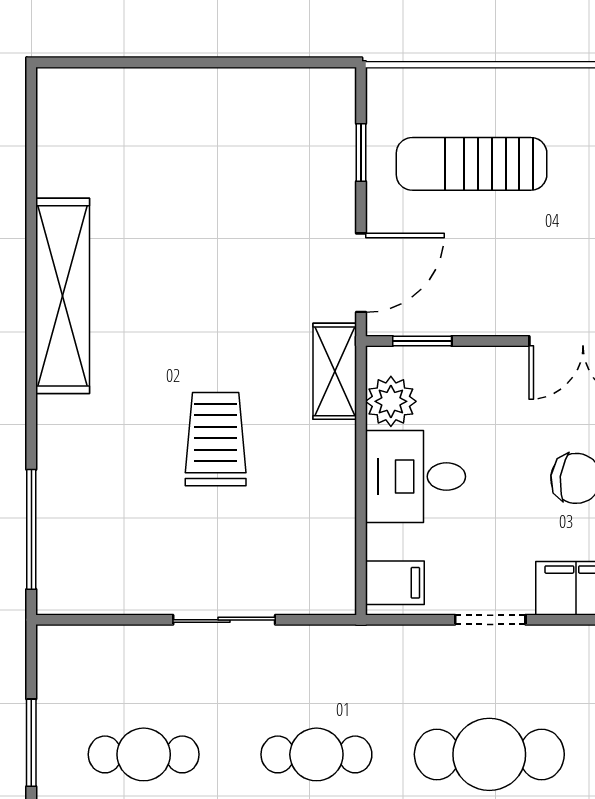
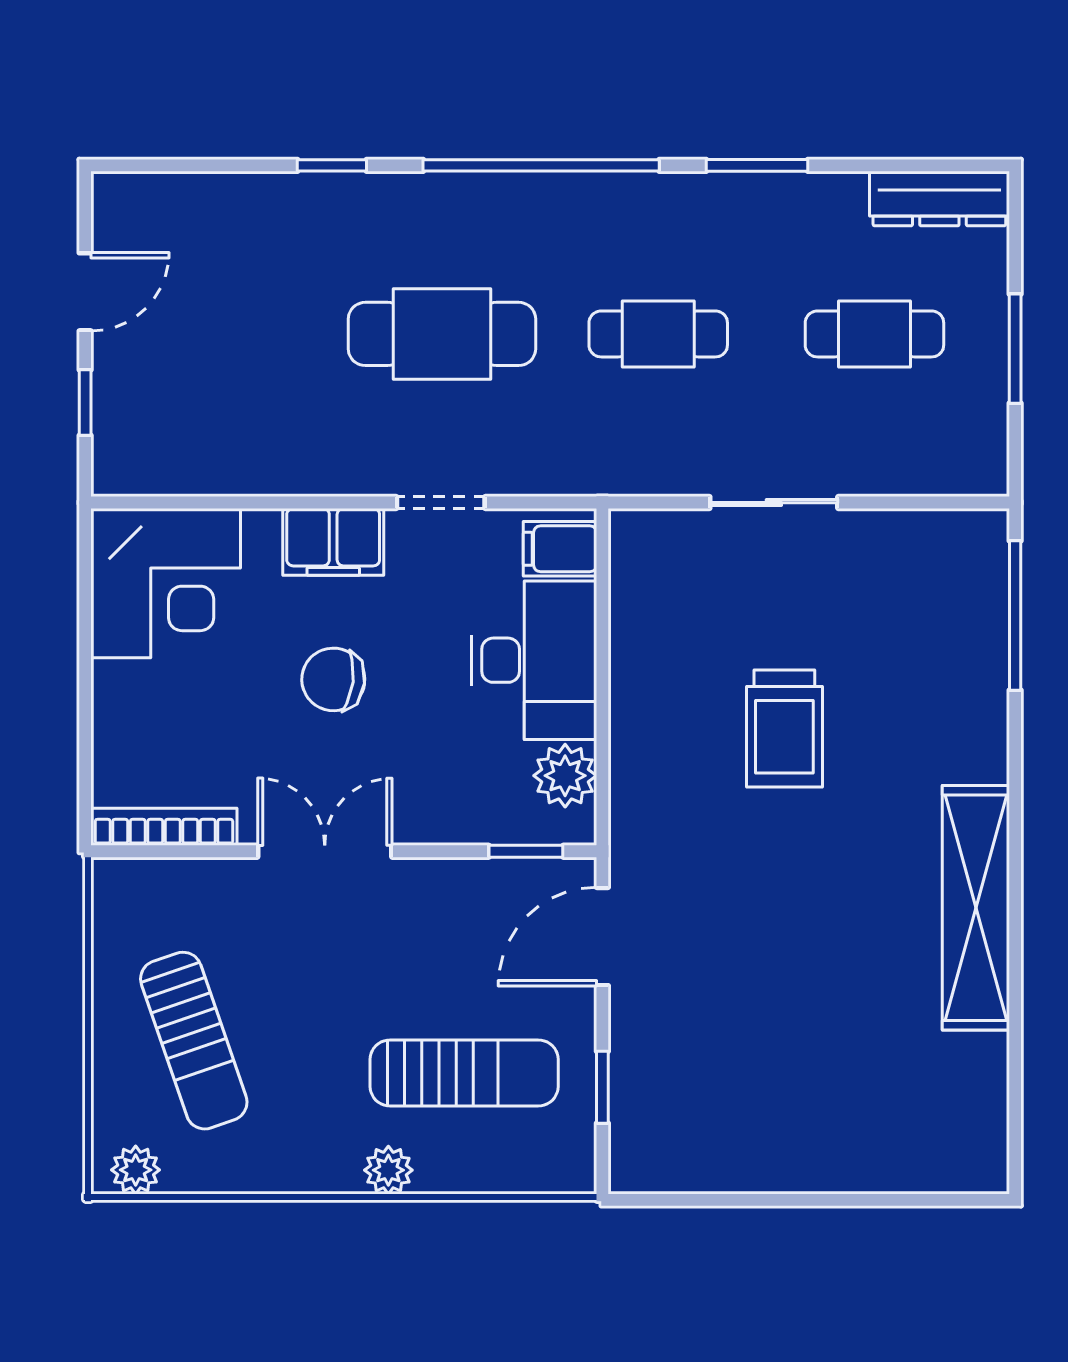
plant: (532, 86) -> (388, 1170), added
shelving: (335, 371) -> (635, 813), removed
desk: (416, 477) -> (534, 660), width x1.37

